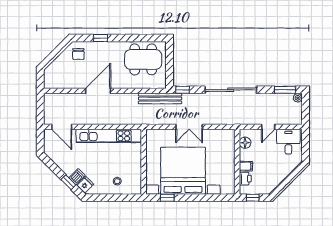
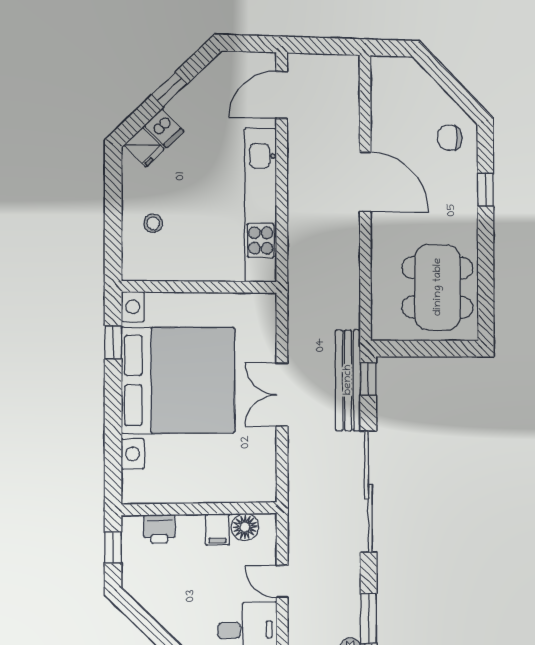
bench: (160, 99) -> (348, 380), moved
filing cabinet: (246, 166) -> (217, 530), moved
window: (69, 182) -> (169, 89), moved

